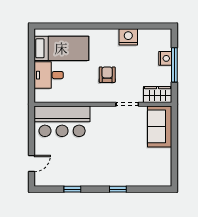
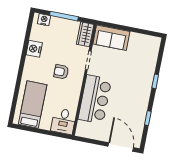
nightstand: (165, 58) -> (44, 20), moved
desk: (49, 75) -> (64, 121), moved
bar counter: (62, 121) -> (95, 99), moved
door: (32, 164) -> (121, 147), width x1.88

